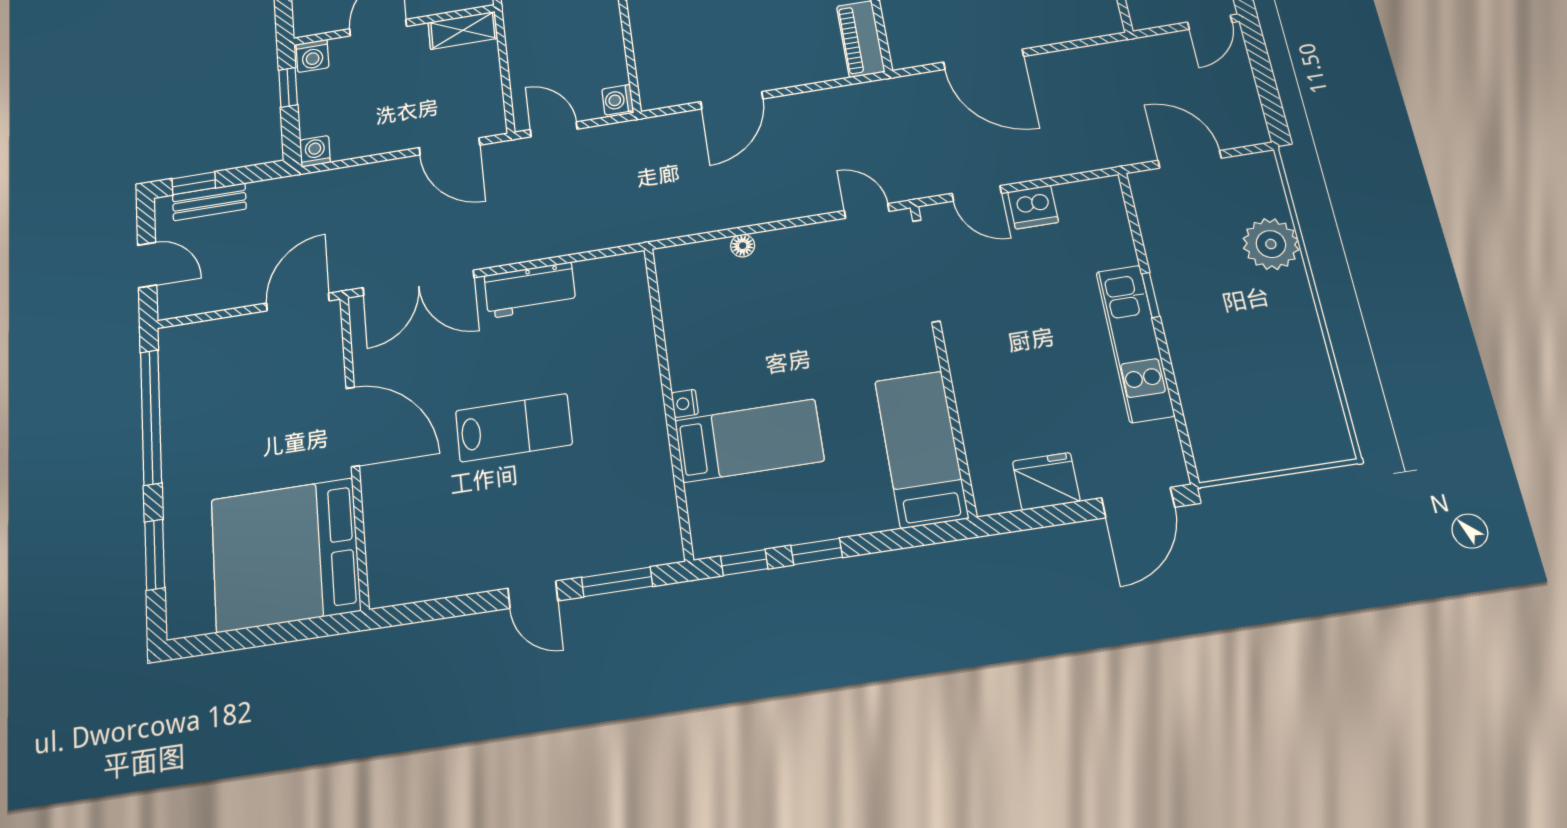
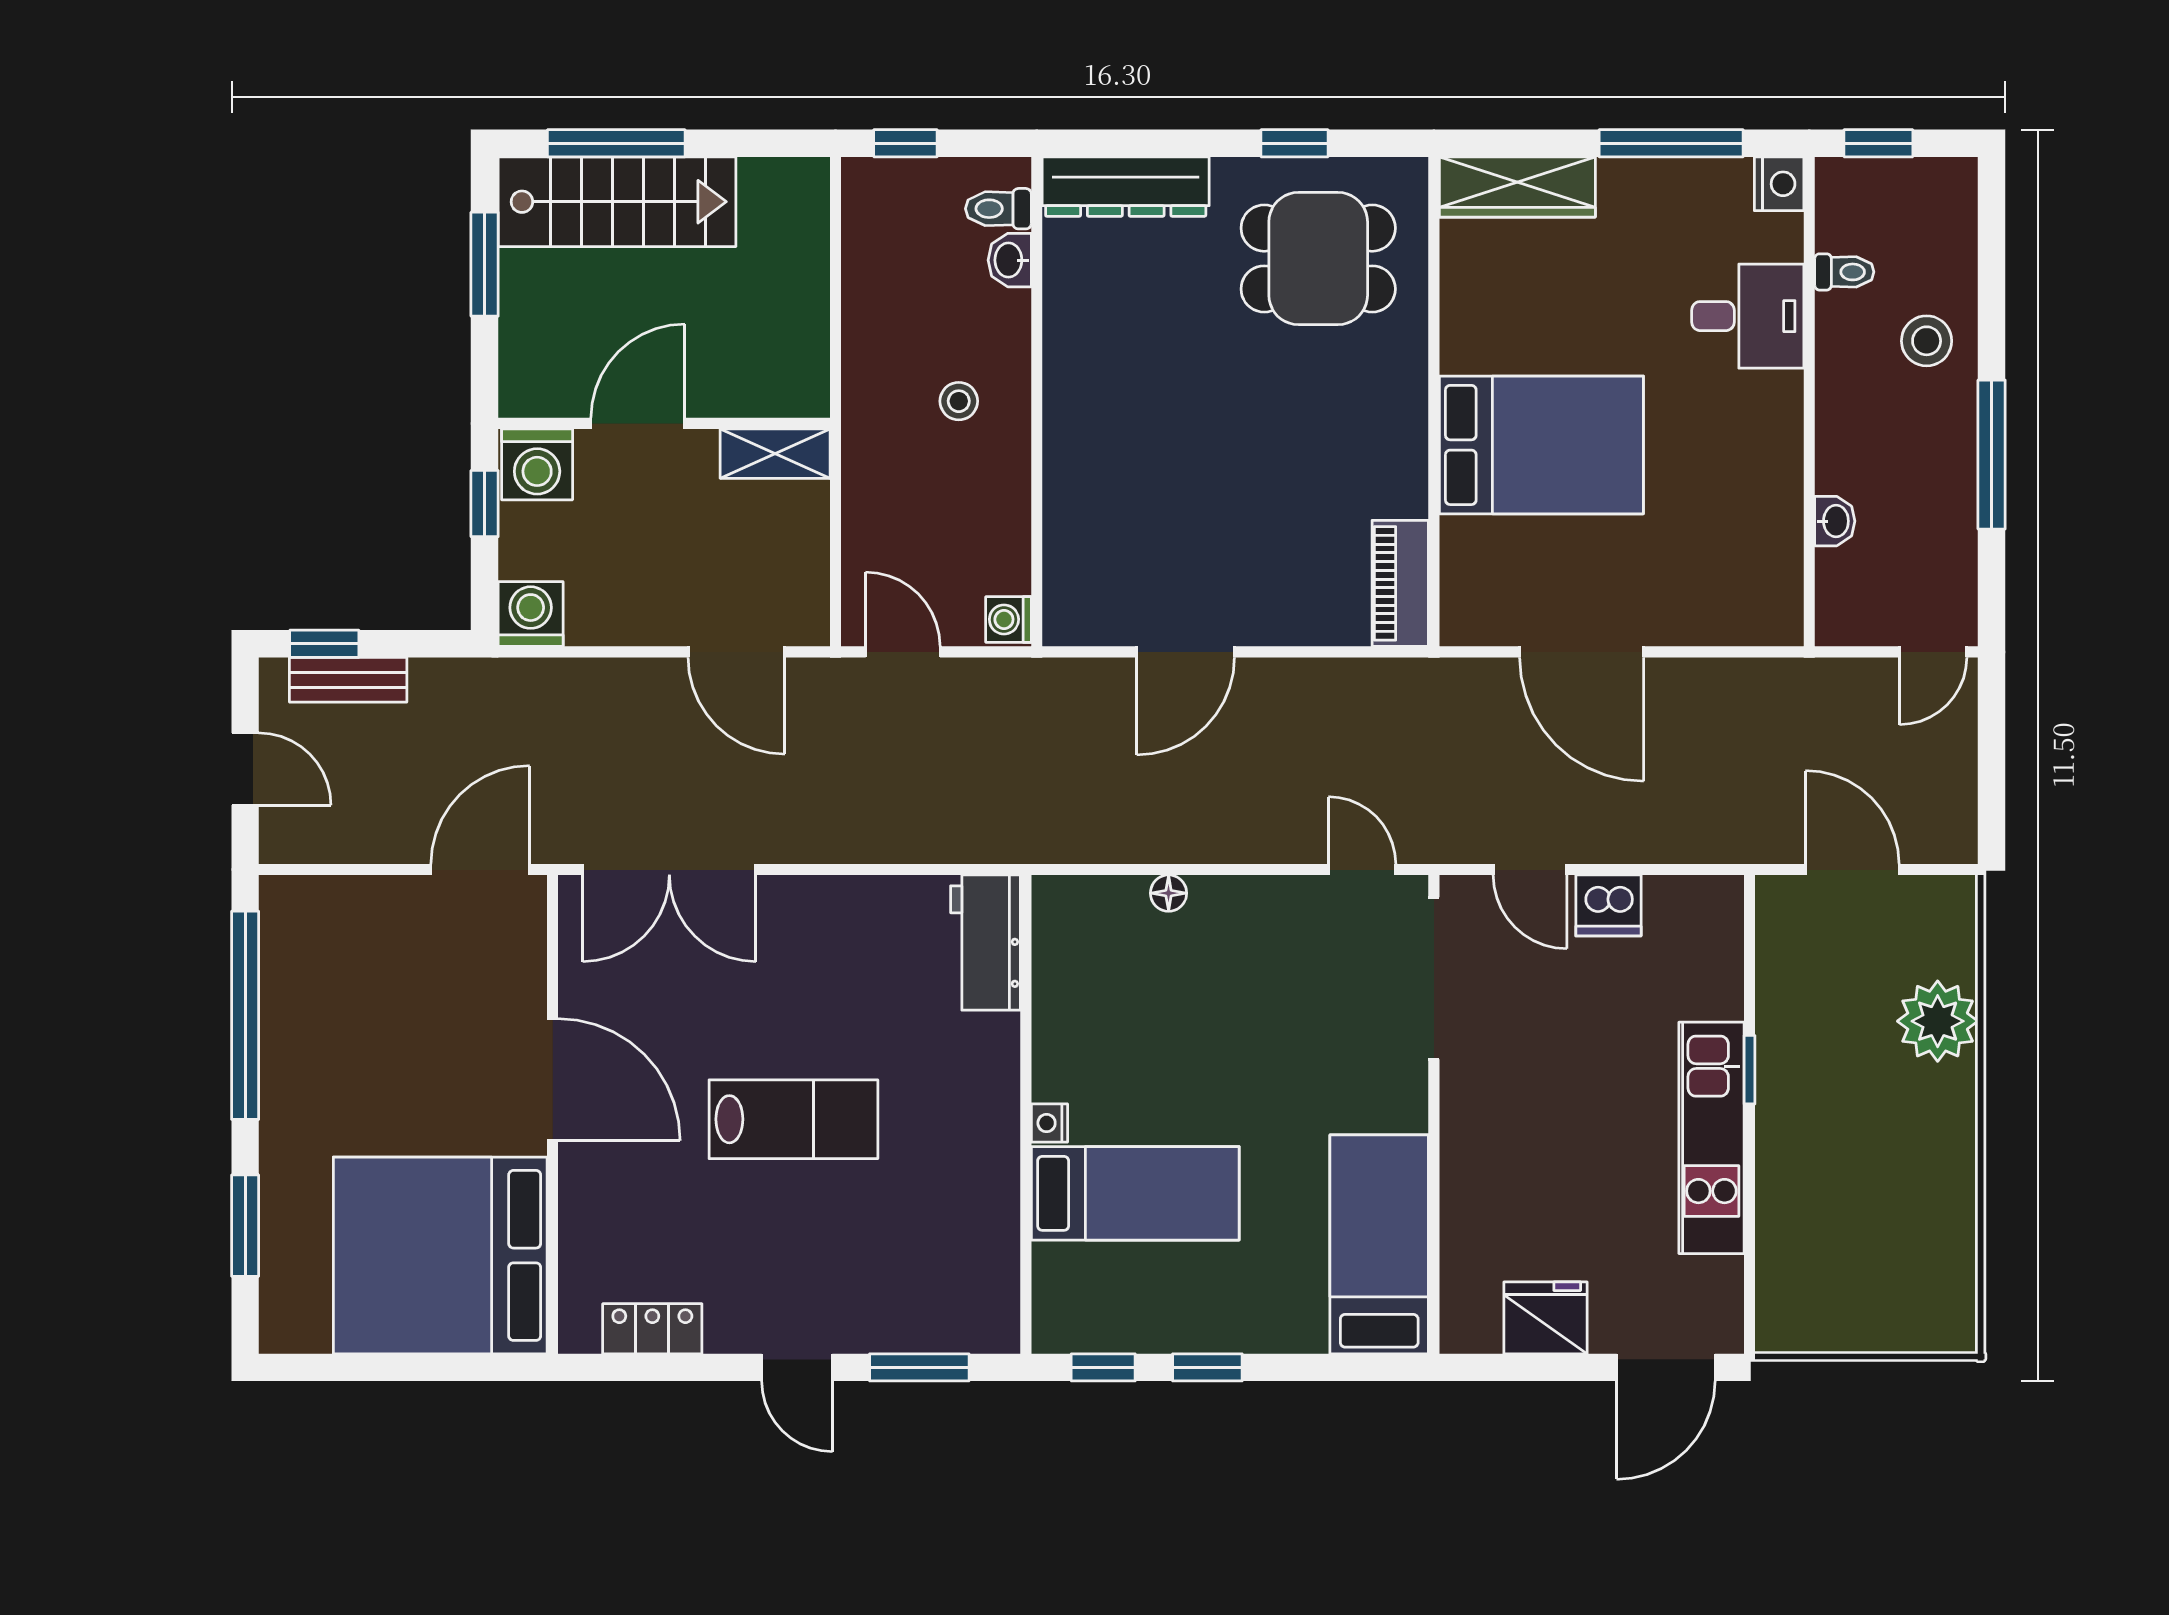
washing machine: (312, 56) -> (537, 464), width x1.38, depth x1.38
washing machine: (315, 151) -> (531, 614), width x1.38, depth x1.38
workbench: (530, 290) -> (986, 943), moved, turned 90
locker: (432, 583) -> (652, 1329), added

